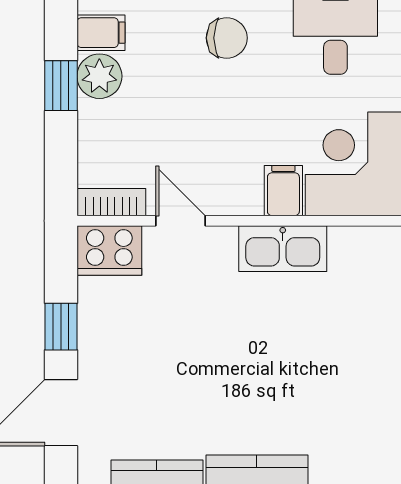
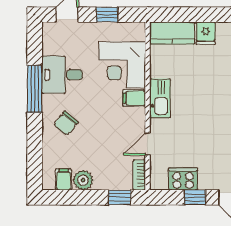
chair: (227, 38) -> (66, 123), turned -141
window: (61, 86) -> (120, 197), moved
cooker: (109, 251) -> (183, 179), moved, turned -90

